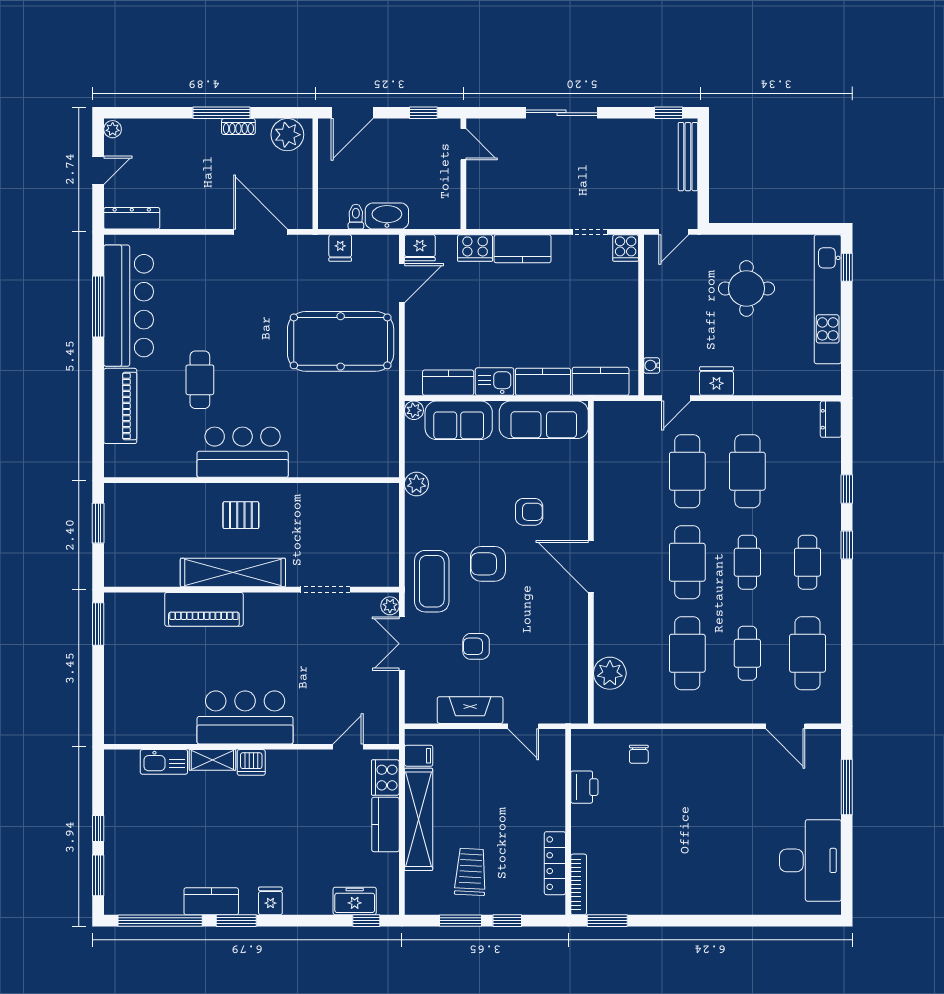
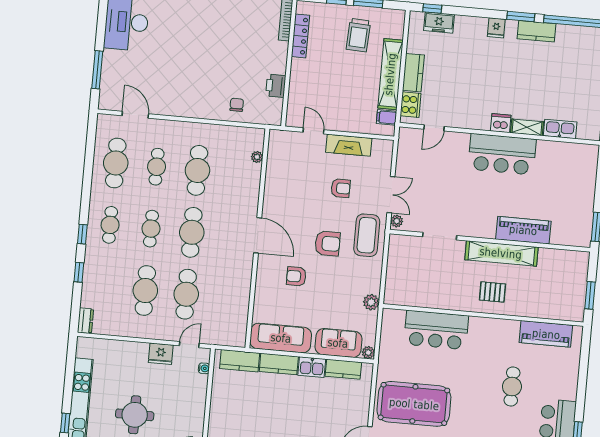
piano: (120, 406) -> (546, 334), moved, turned -90
bar counter: (243, 452) -> (436, 330), moved
plant: (610, 673) -> (257, 157), width x0.53, depth x0.53

